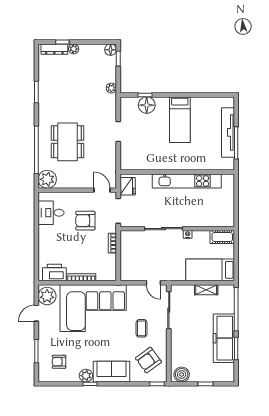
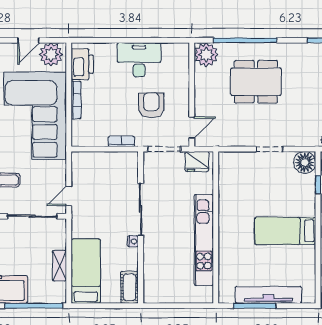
floor lamp: (147, 105) -> (305, 162), moved
desk: (51, 213) -> (139, 60), moved, width x1.37
door: (36, 313) -> (28, 40), swing flipped

